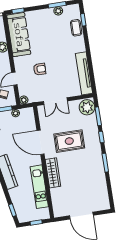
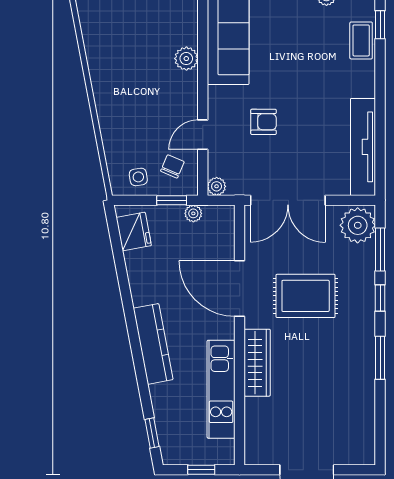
double door: (55, 101) -> (288, 200), width x1.37

